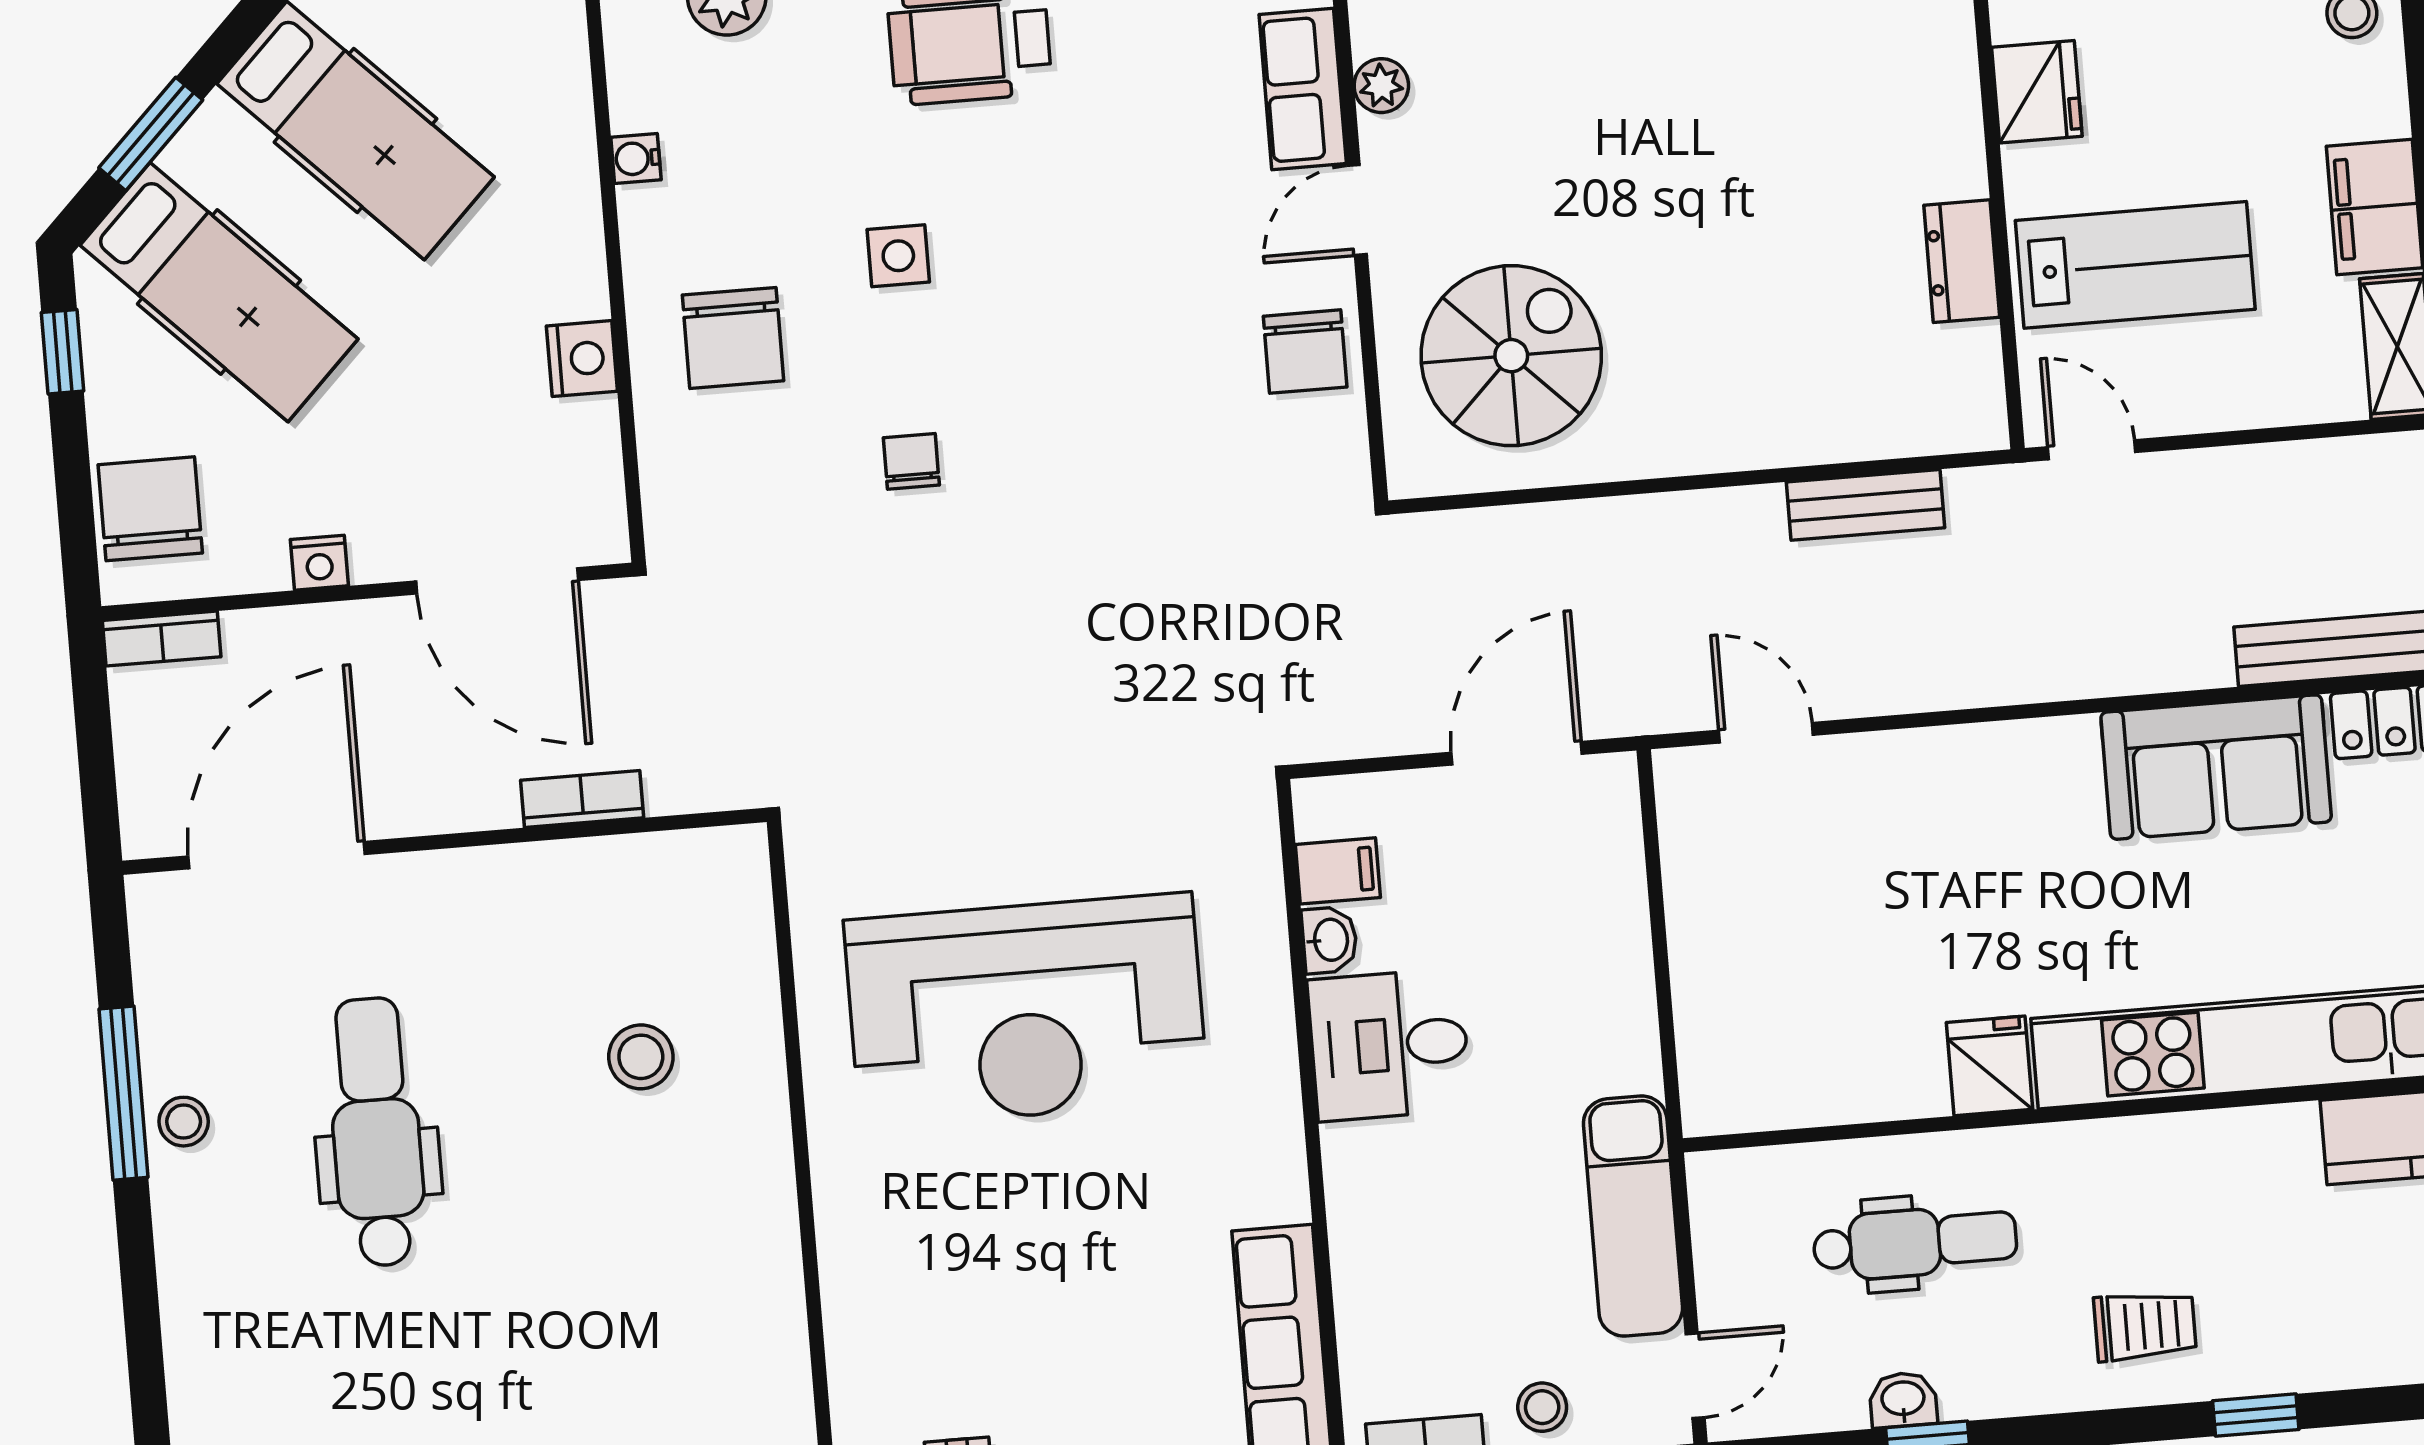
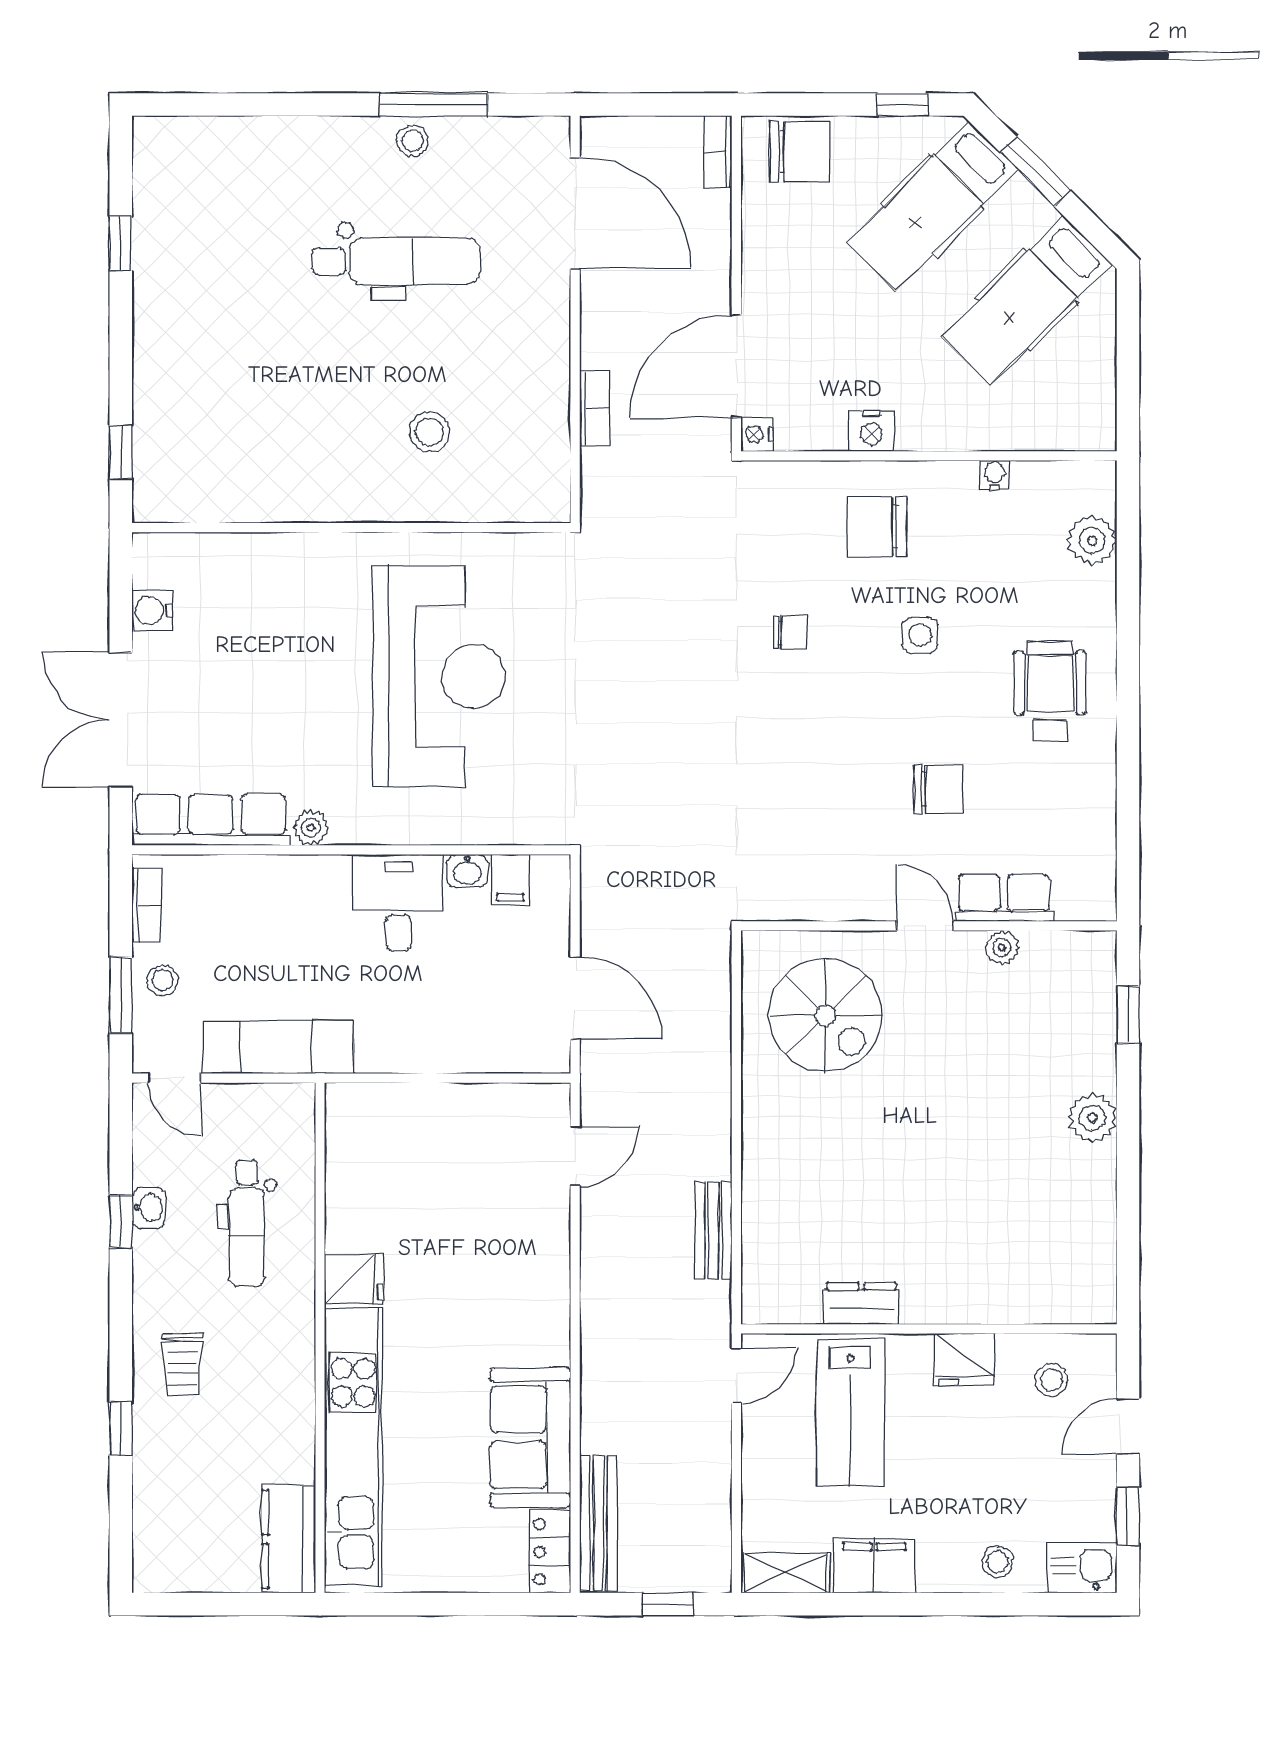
chair: (1305, 352) -> (938, 789), moved, turned 180
nightstand: (319, 563) -> (757, 434), moved
reception desk: (1026, 1010) -> (439, 676), turned 180
plant: (1282, 1193) -> (311, 828), added

